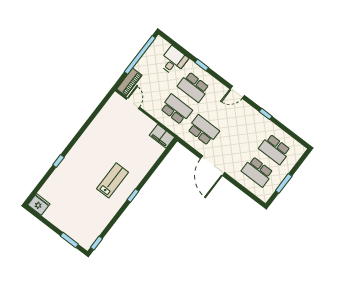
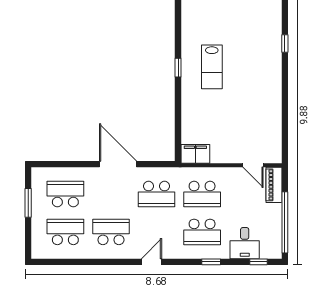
school desk: (194, 87) -> (202, 232), turned 180
window: (266, 114) -> (259, 262), moved
school desk: (248, 128) -> (111, 232), added

